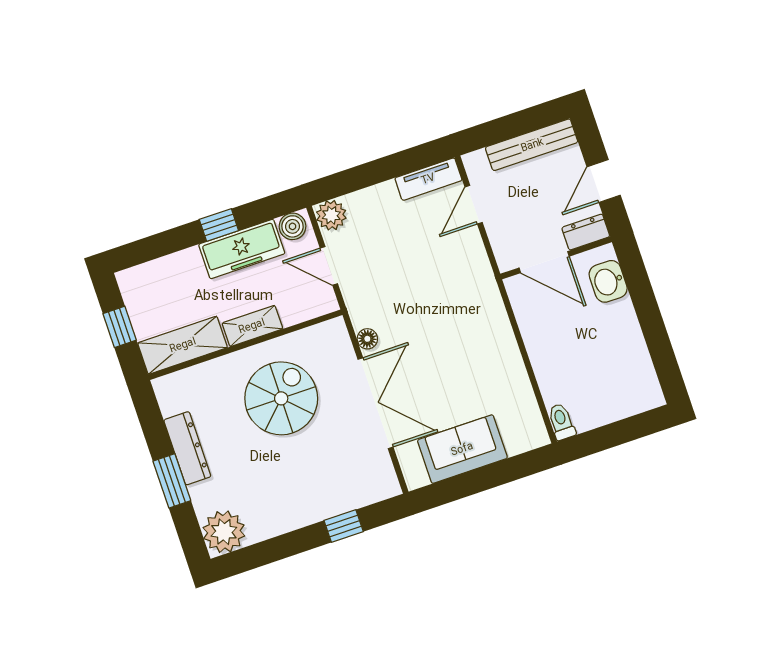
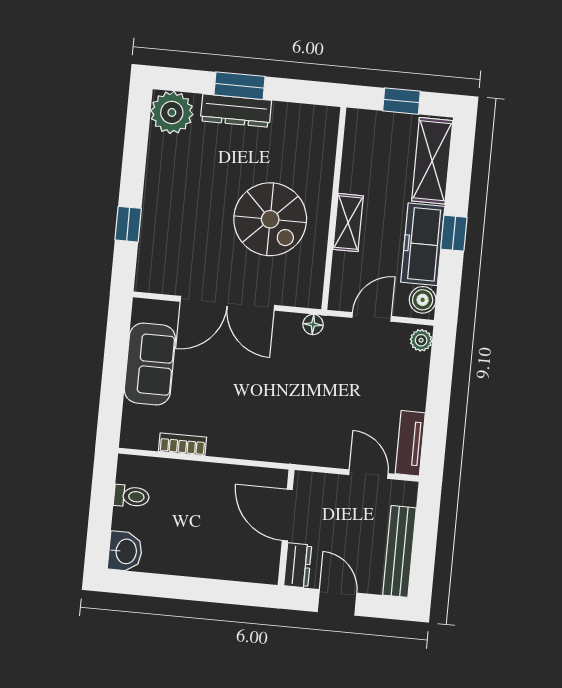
plant: (331, 215) -> (421, 340), width x0.73, depth x0.73
door: (544, 262) -> (287, 515), hinge flipped
washbasin: (608, 281) -> (125, 551), moved, turned 90
floor lamp: (367, 339) -> (313, 324), moved
shelving: (183, 345) -> (432, 161), moved
bookcase: (522, 386) -> (183, 444), added
toilet: (561, 422) -> (132, 496), moved
dresser: (187, 448) -> (236, 111), moved

